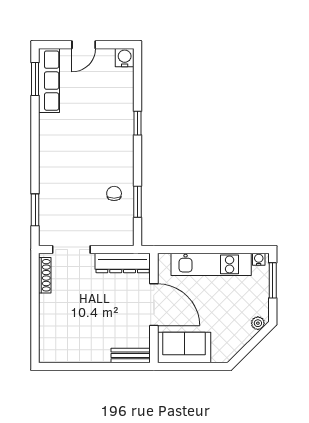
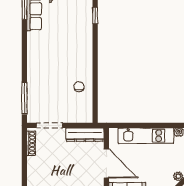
window: (137, 123) -> (95, 15), moved
window: (137, 202) -> (95, 92), removed
window: (35, 210) -> (24, 98), width x1.44

